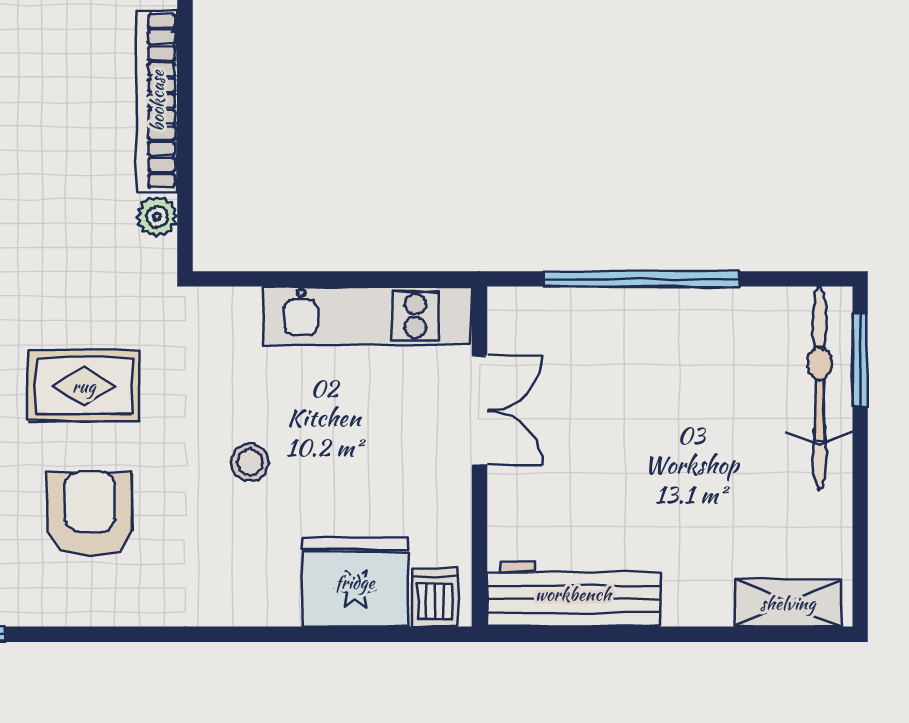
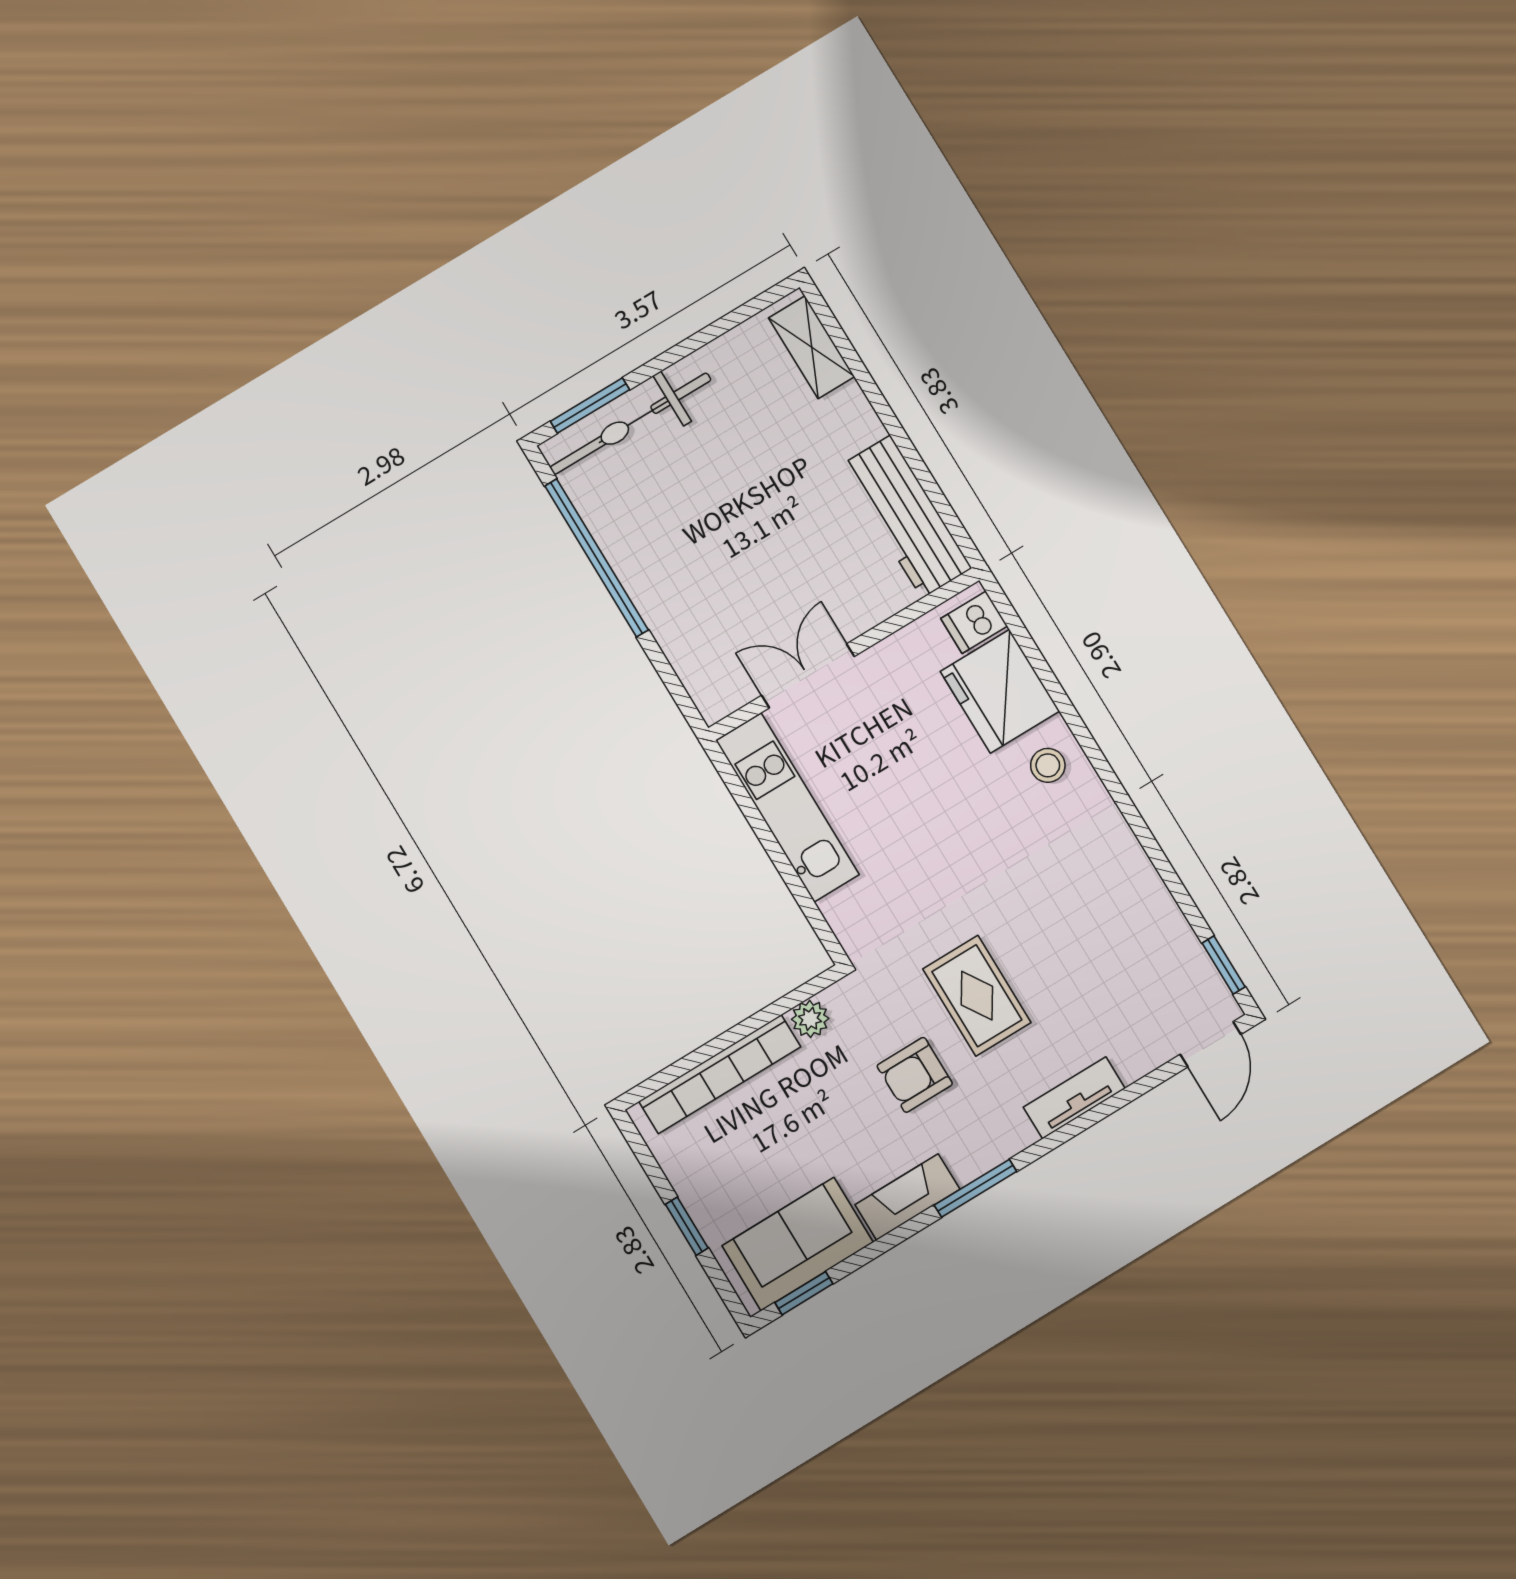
window: (641, 279) -> (597, 558), moved
stool: (250, 462) -> (1048, 765), moved
armchair: (90, 514) -> (915, 1075), moved, width x0.72, depth x0.72

